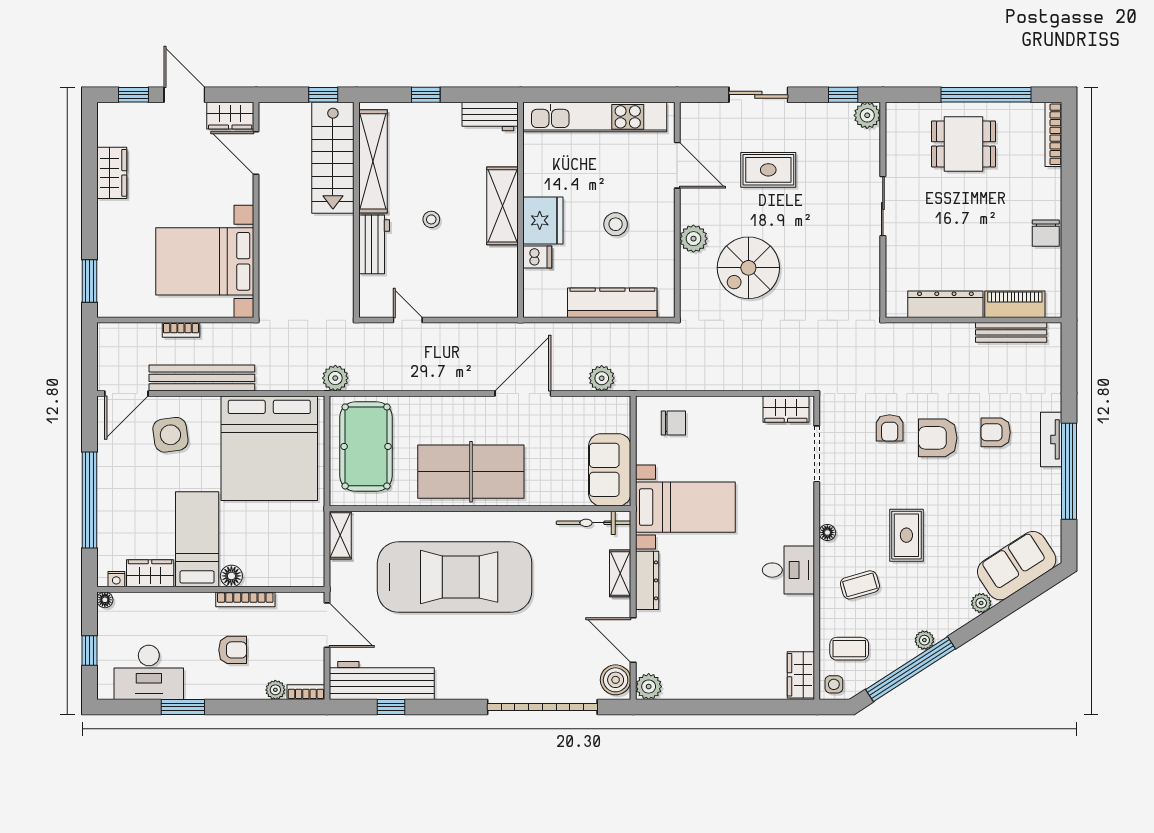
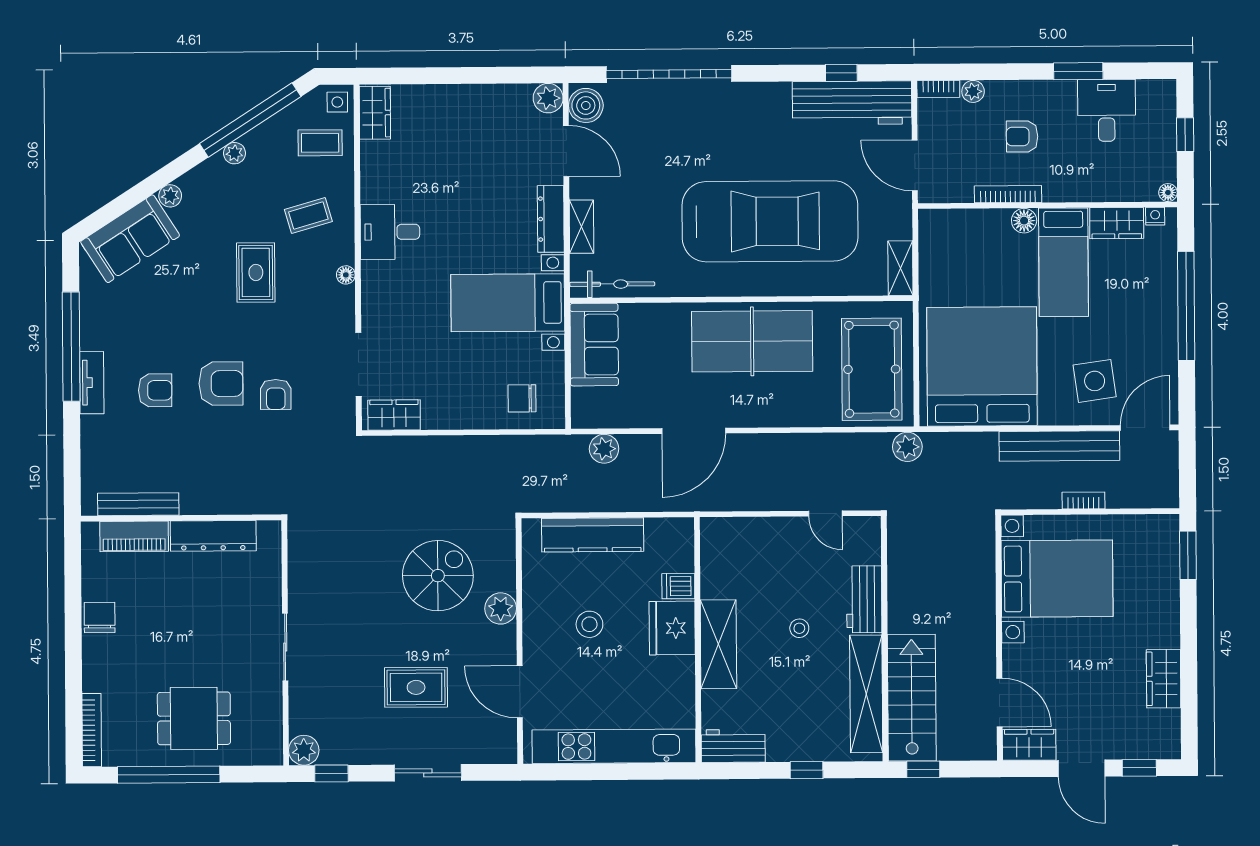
armchair: (890, 428) -> (276, 394), turned 180
car: (455, 577) -> (770, 221), turned 180
desk: (149, 672) -> (1107, 110), width x0.73

